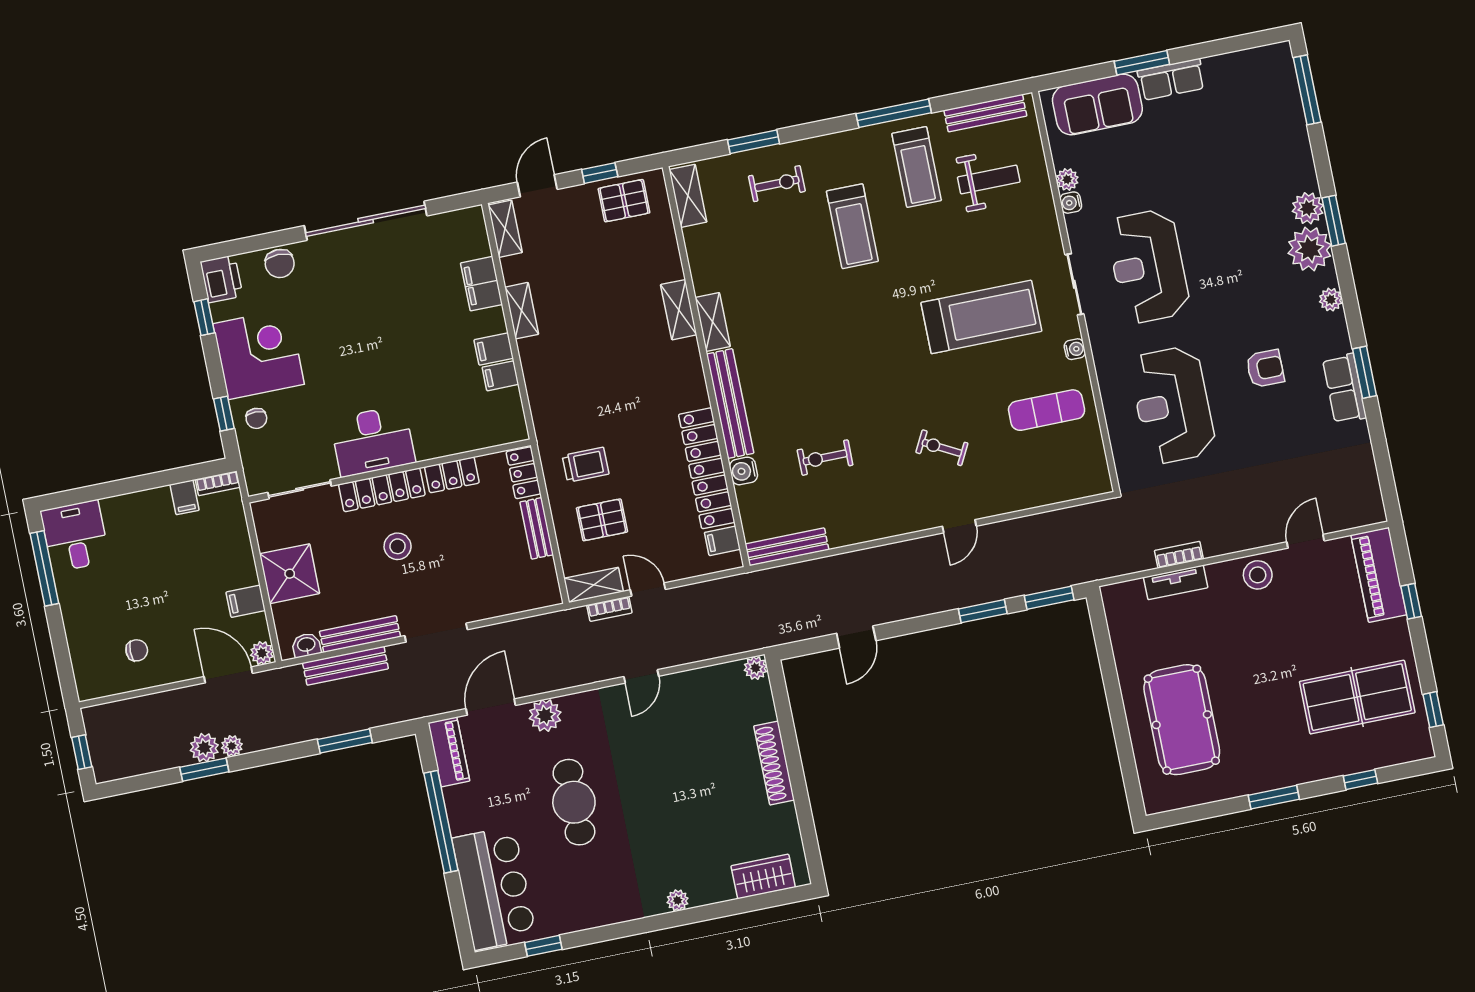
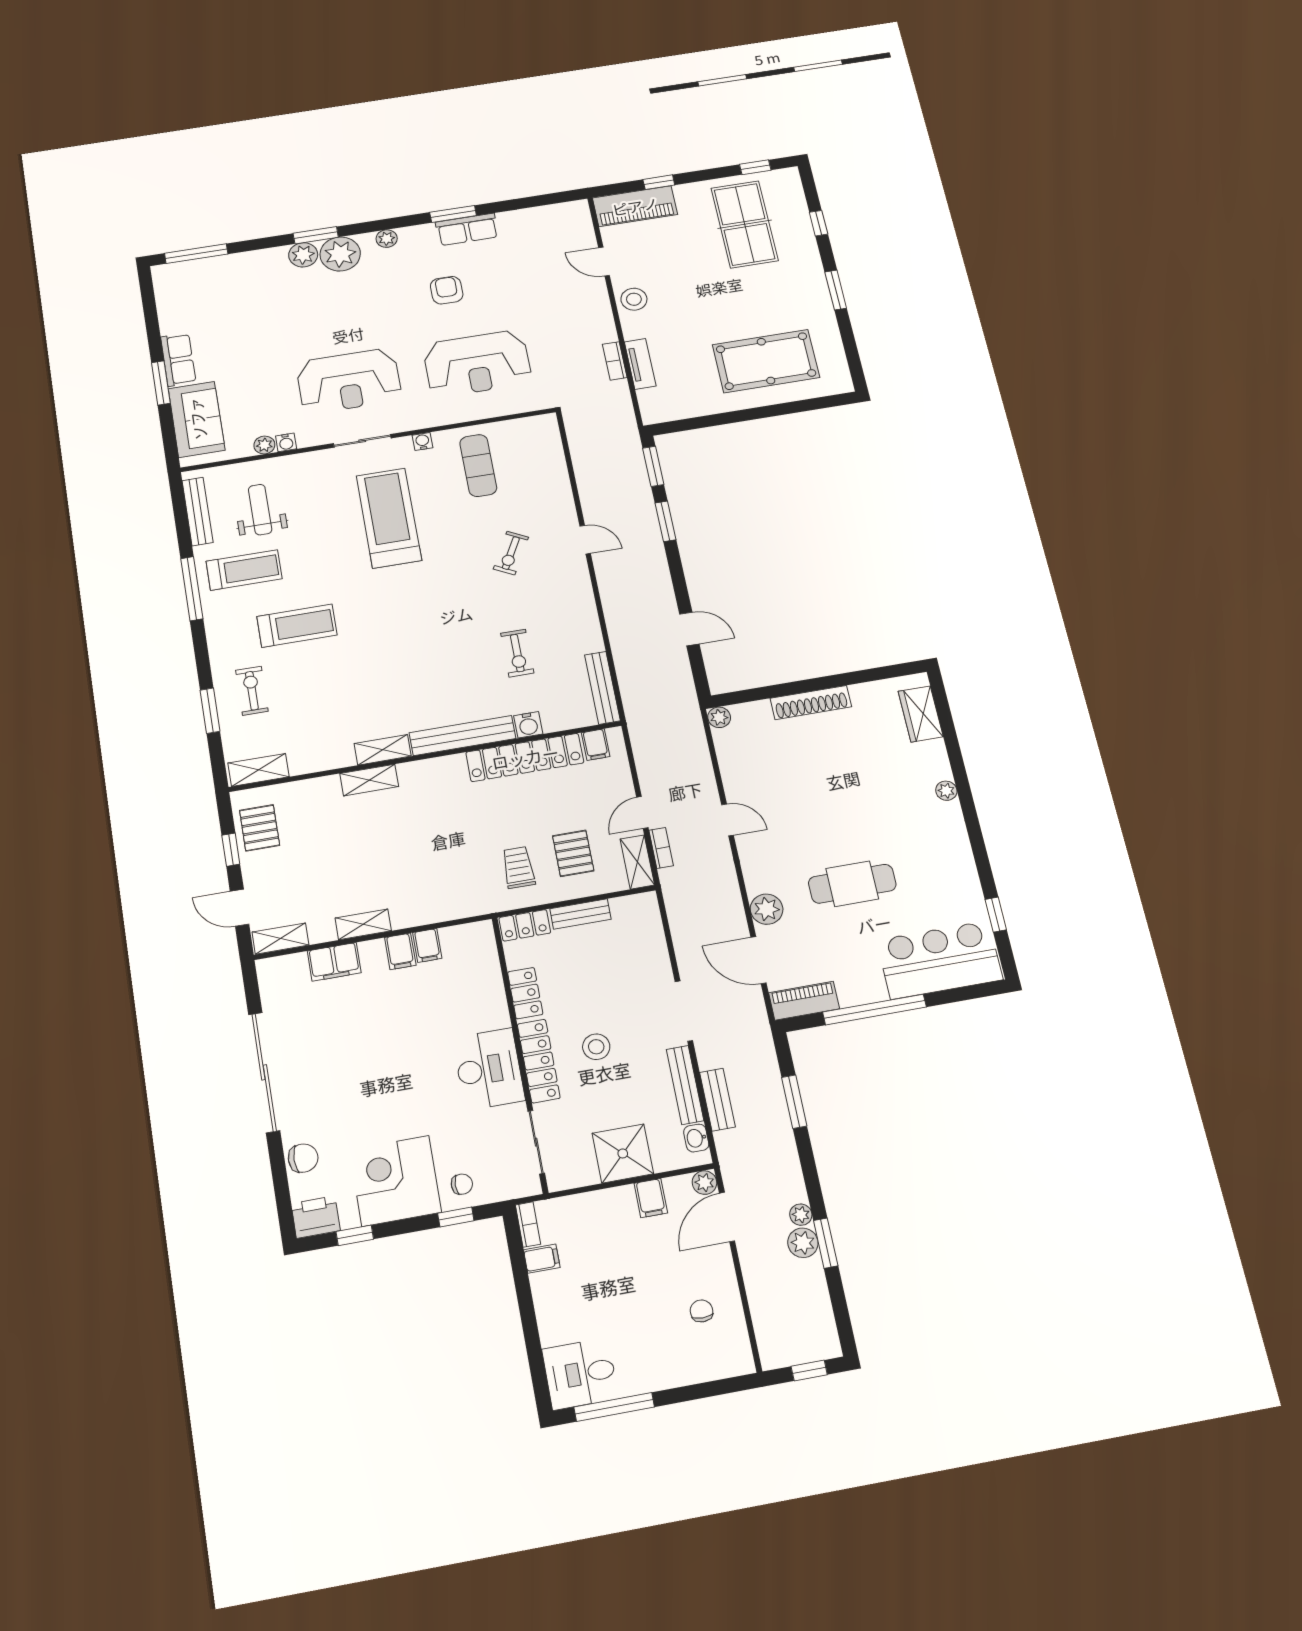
bench: (345, 666) -> (717, 1100), width x0.73

